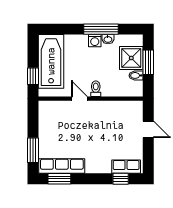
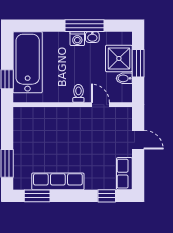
door: (79, 99) -> (100, 105), moved
row of seats: (62, 166) -> (58, 181), moved
row of seats: (126, 167) -> (124, 174), moved, turned -90

